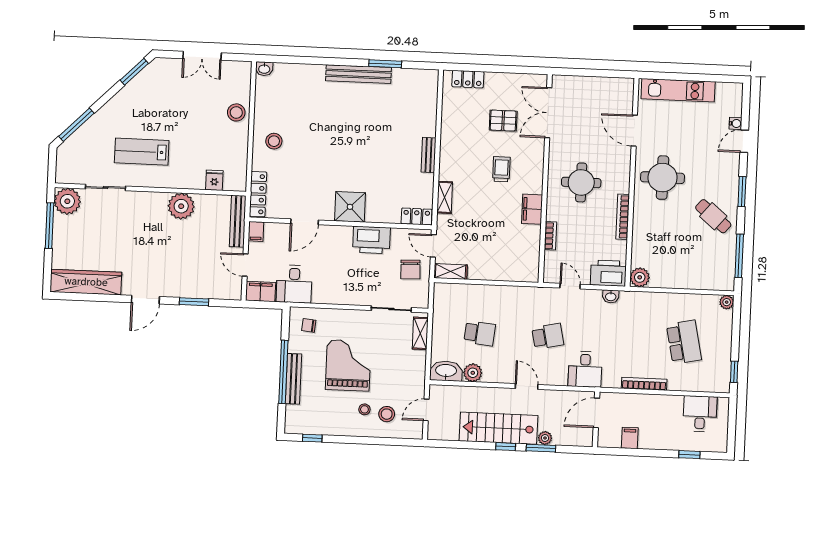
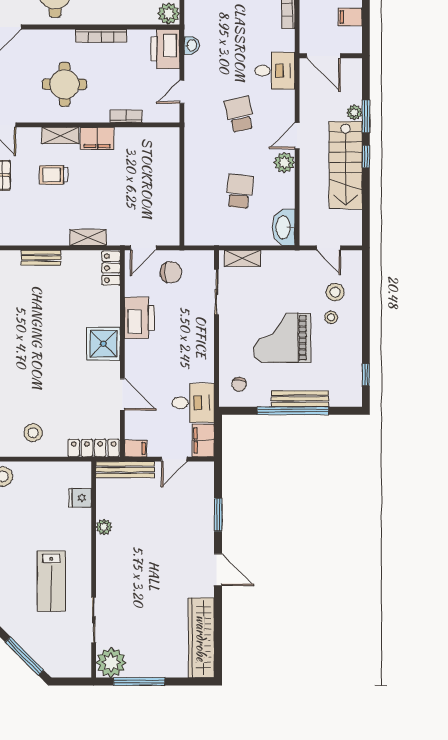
plant: (181, 206) -> (104, 527), width x0.53, depth x0.53
shelving: (451, 272) -> (60, 136), moved, turned 90
plant: (473, 373) -> (284, 163), moved

